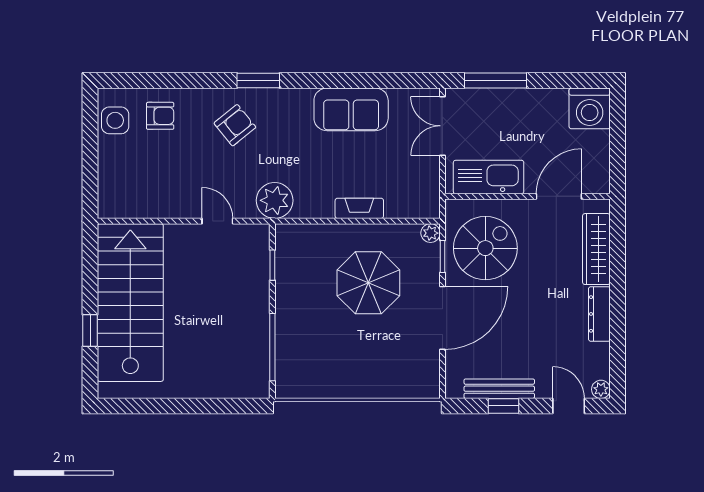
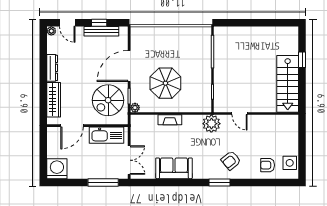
stairs: (130, 303) -> (288, 84), width x0.73, depth x0.66

